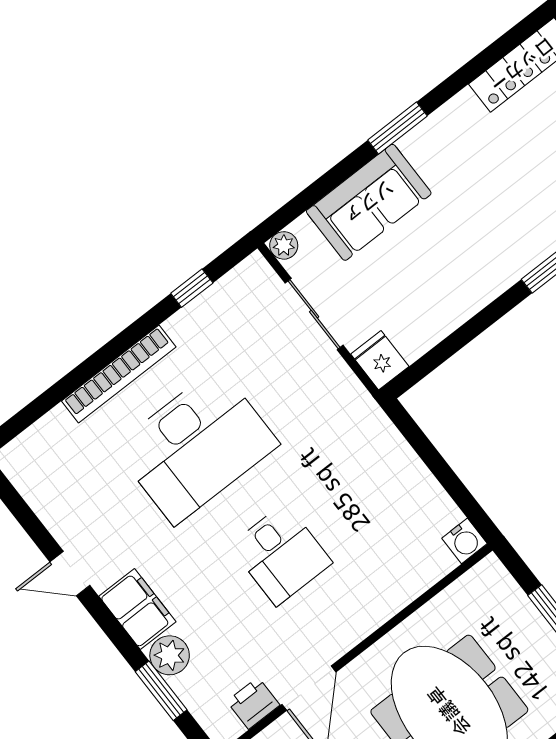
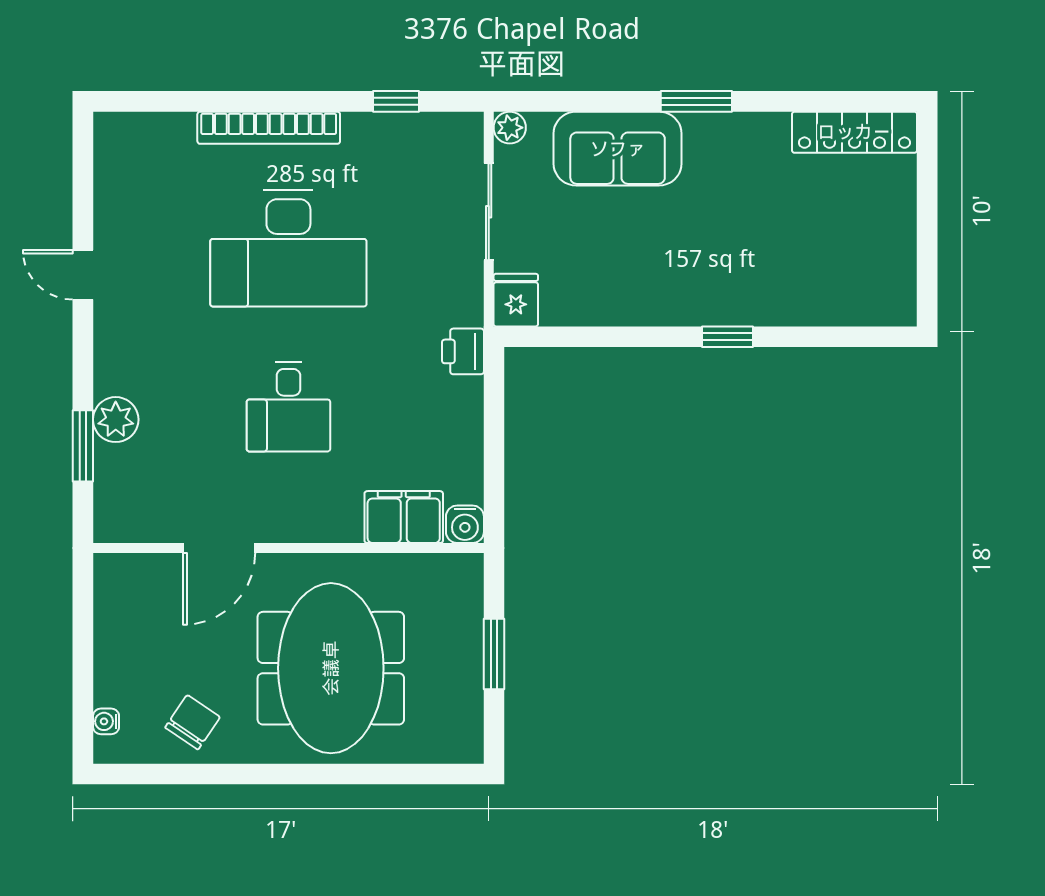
filing cabinet: (137, 609) -> (404, 517), moved, turned -90
printer: (253, 703) -> (463, 351), moved, turned -90

